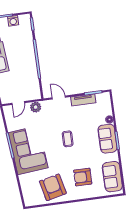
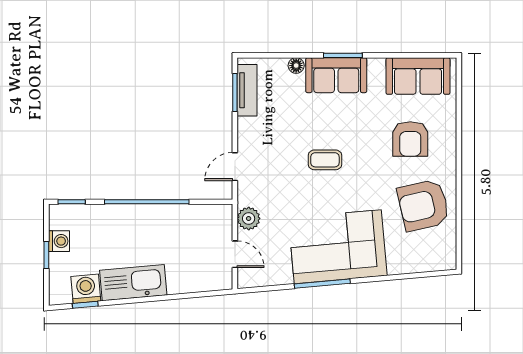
tv unit: (83, 100) -> (247, 90), moved

